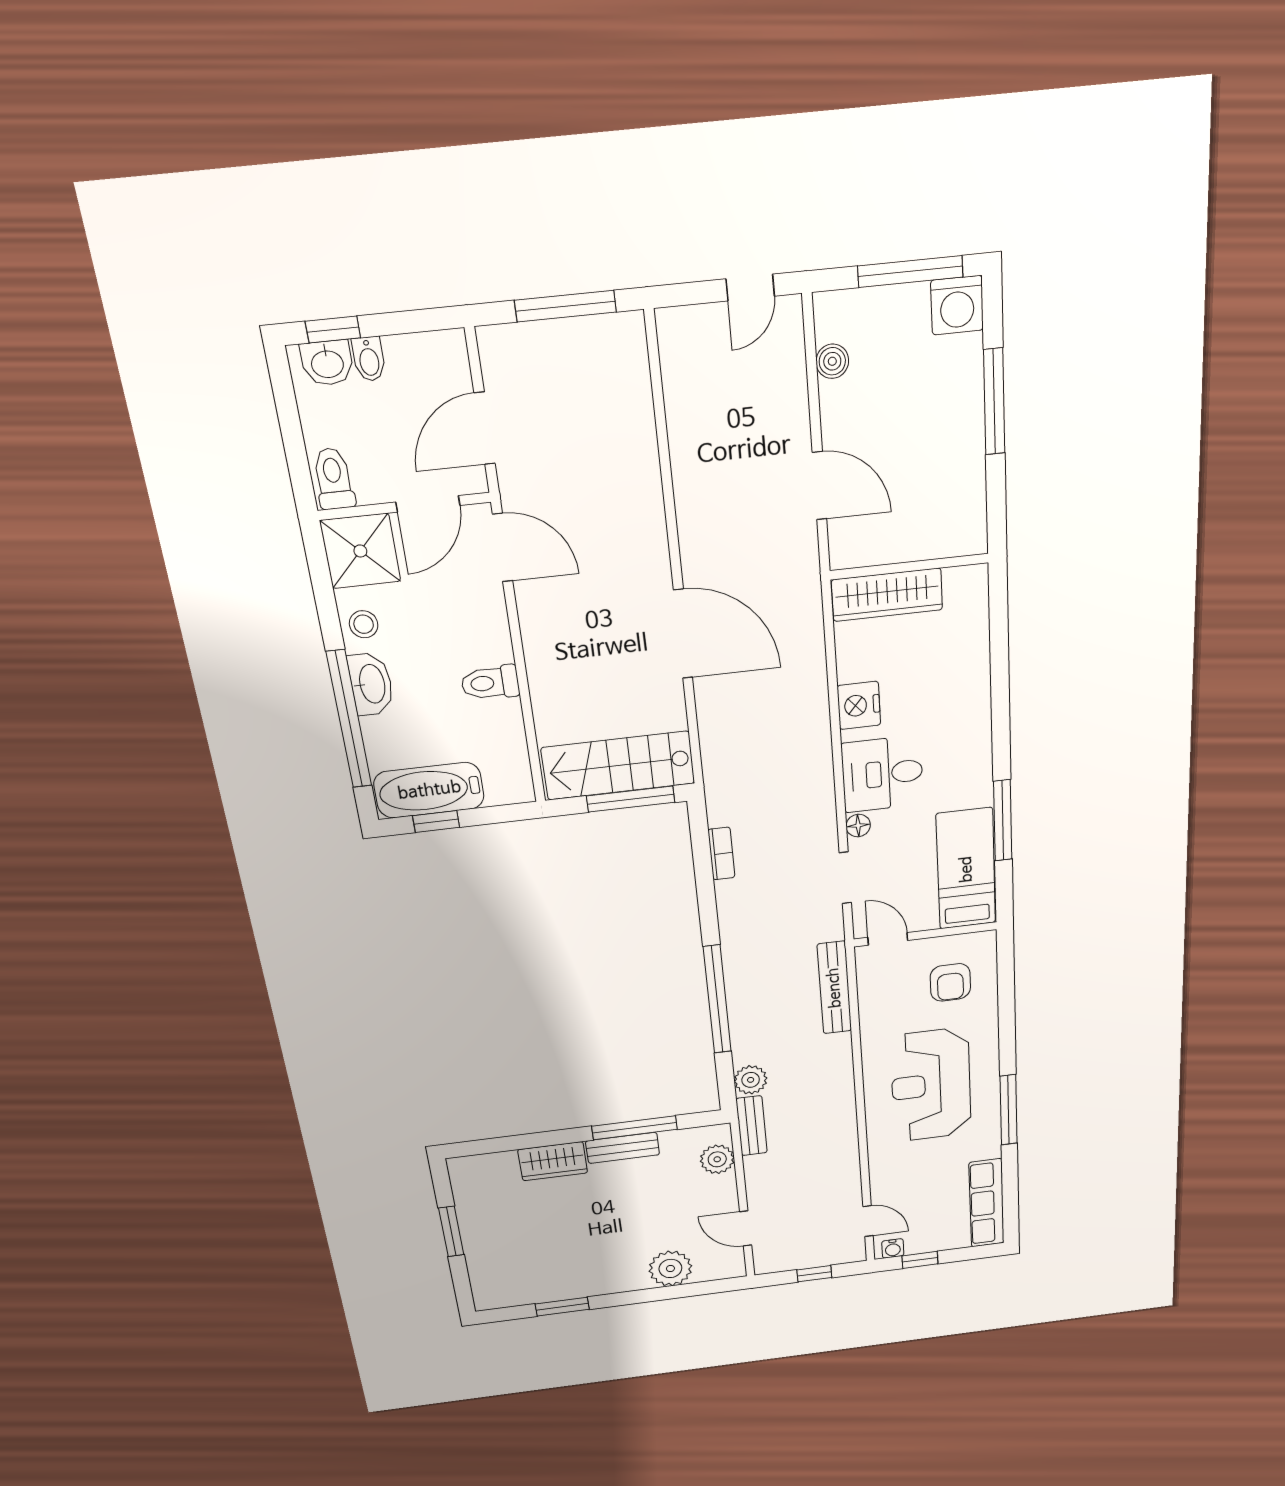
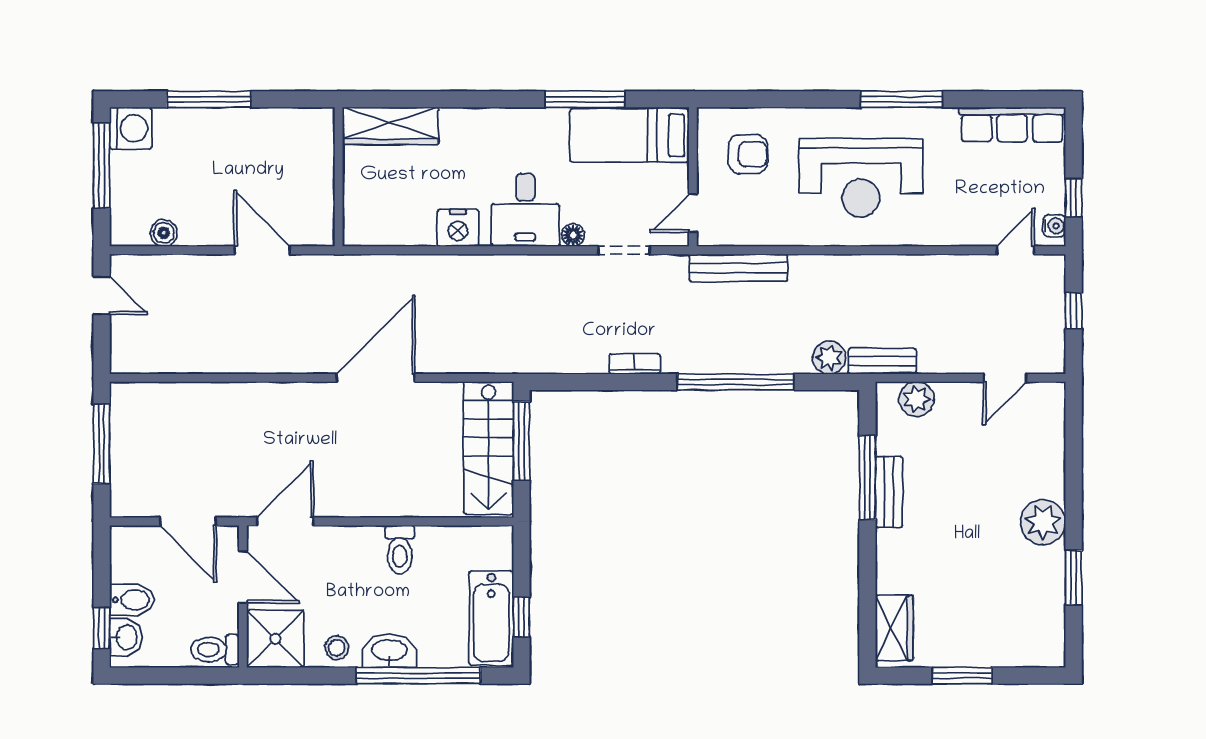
bidet: (369, 359) -> (132, 600), width x1.38, depth x1.36
door: (820, 486) -> (262, 250), hinge flipped
wardrobe: (887, 595) -> (391, 126), moved, turned 90
bookcase: (721, 854) -> (635, 364), moved
wardrobe: (553, 1161) -> (894, 628), moved
plant: (670, 1268) -> (1043, 522), moved

